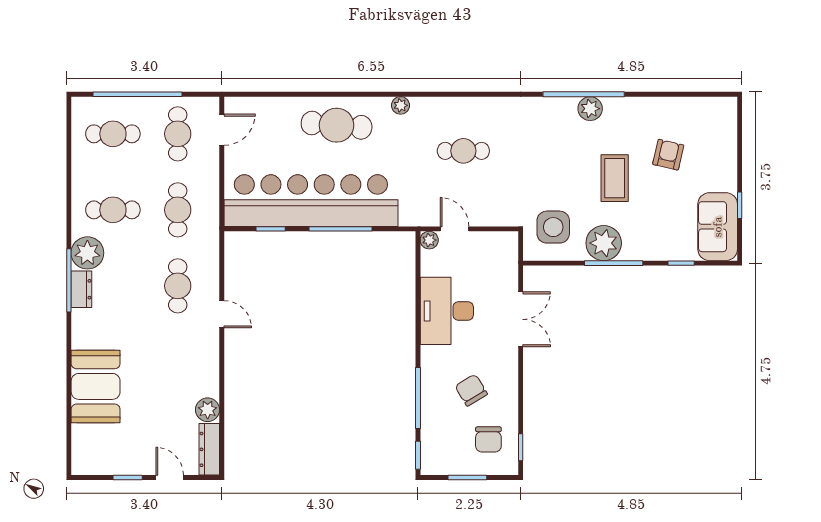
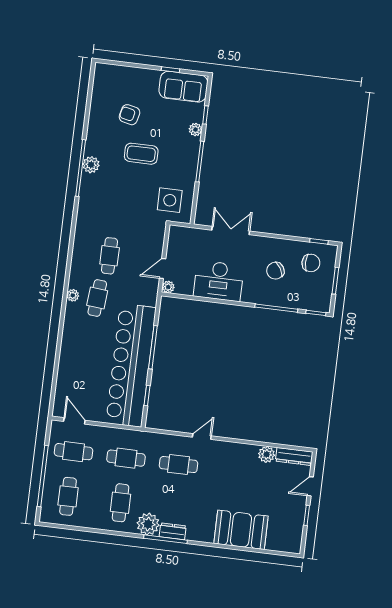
cafe table: (337, 125) -> (97, 298), moved, width x0.73, depth x0.74
plant: (604, 243) -> (195, 130), moved, width x0.53, depth x0.53

